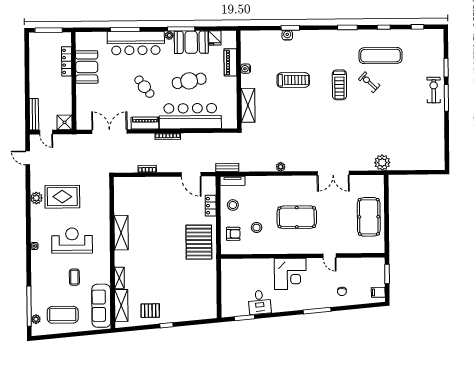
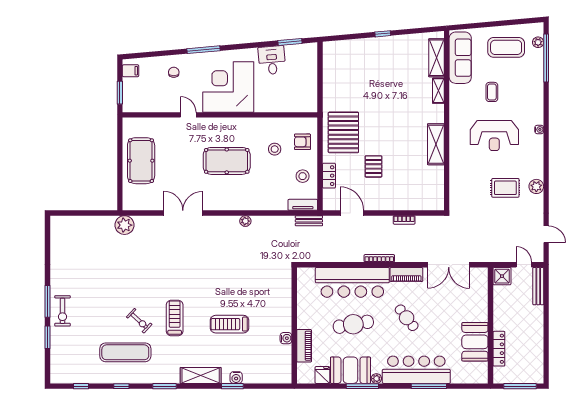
shelving: (248, 105) -> (201, 375), moved, turned 90
rug: (62, 197) -> (505, 188), width x0.73, depth x0.70
corner desk: (290, 274) -> (228, 87), width x1.36, depth x1.36
pallet: (150, 311) -> (373, 166), moved, turned 90

